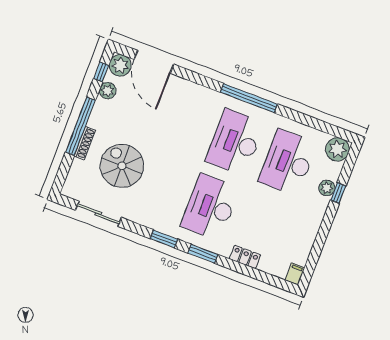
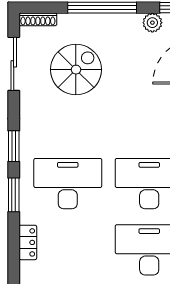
shoe rack: (85, 143) -> (38, 19), moved

